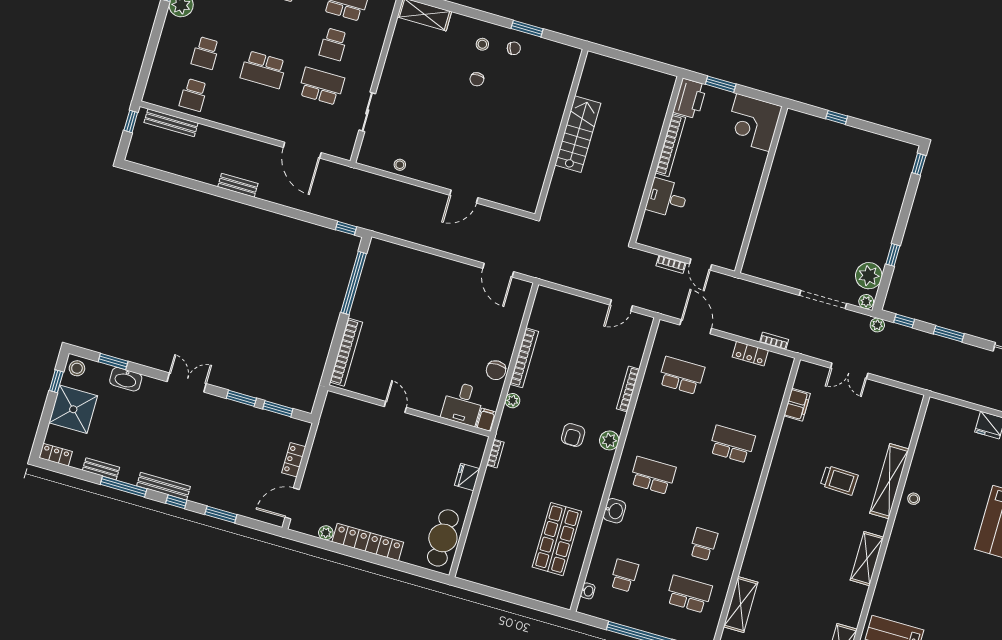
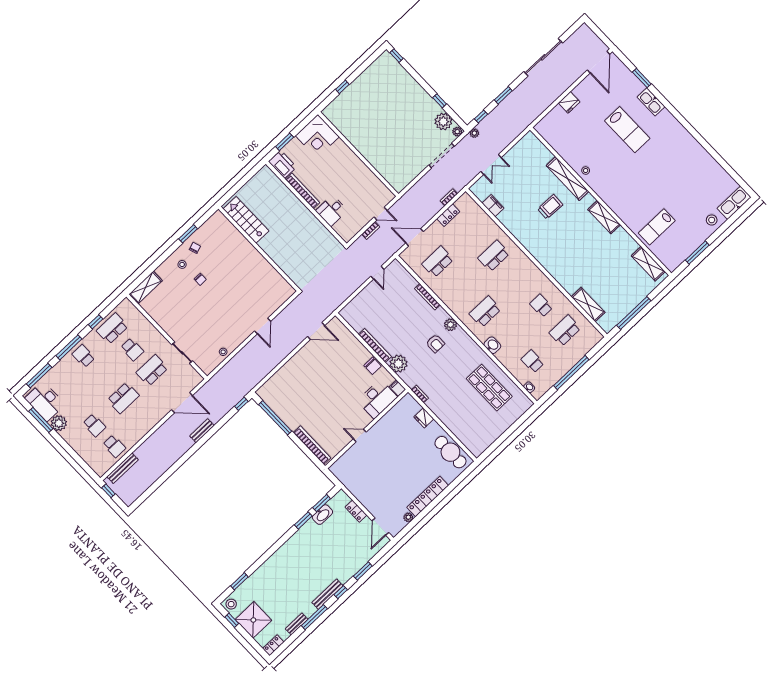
stairs: (578, 134) -> (246, 220), moved
bench: (238, 185) -> (202, 431), moved
washbasin: (126, 379) -> (322, 515), moved
double door: (187, 383) -> (276, 546), removed
plant: (512, 401) -> (398, 364), width x1.88, depth x1.88
desk: (463, 403) -> (377, 399), width x1.37

